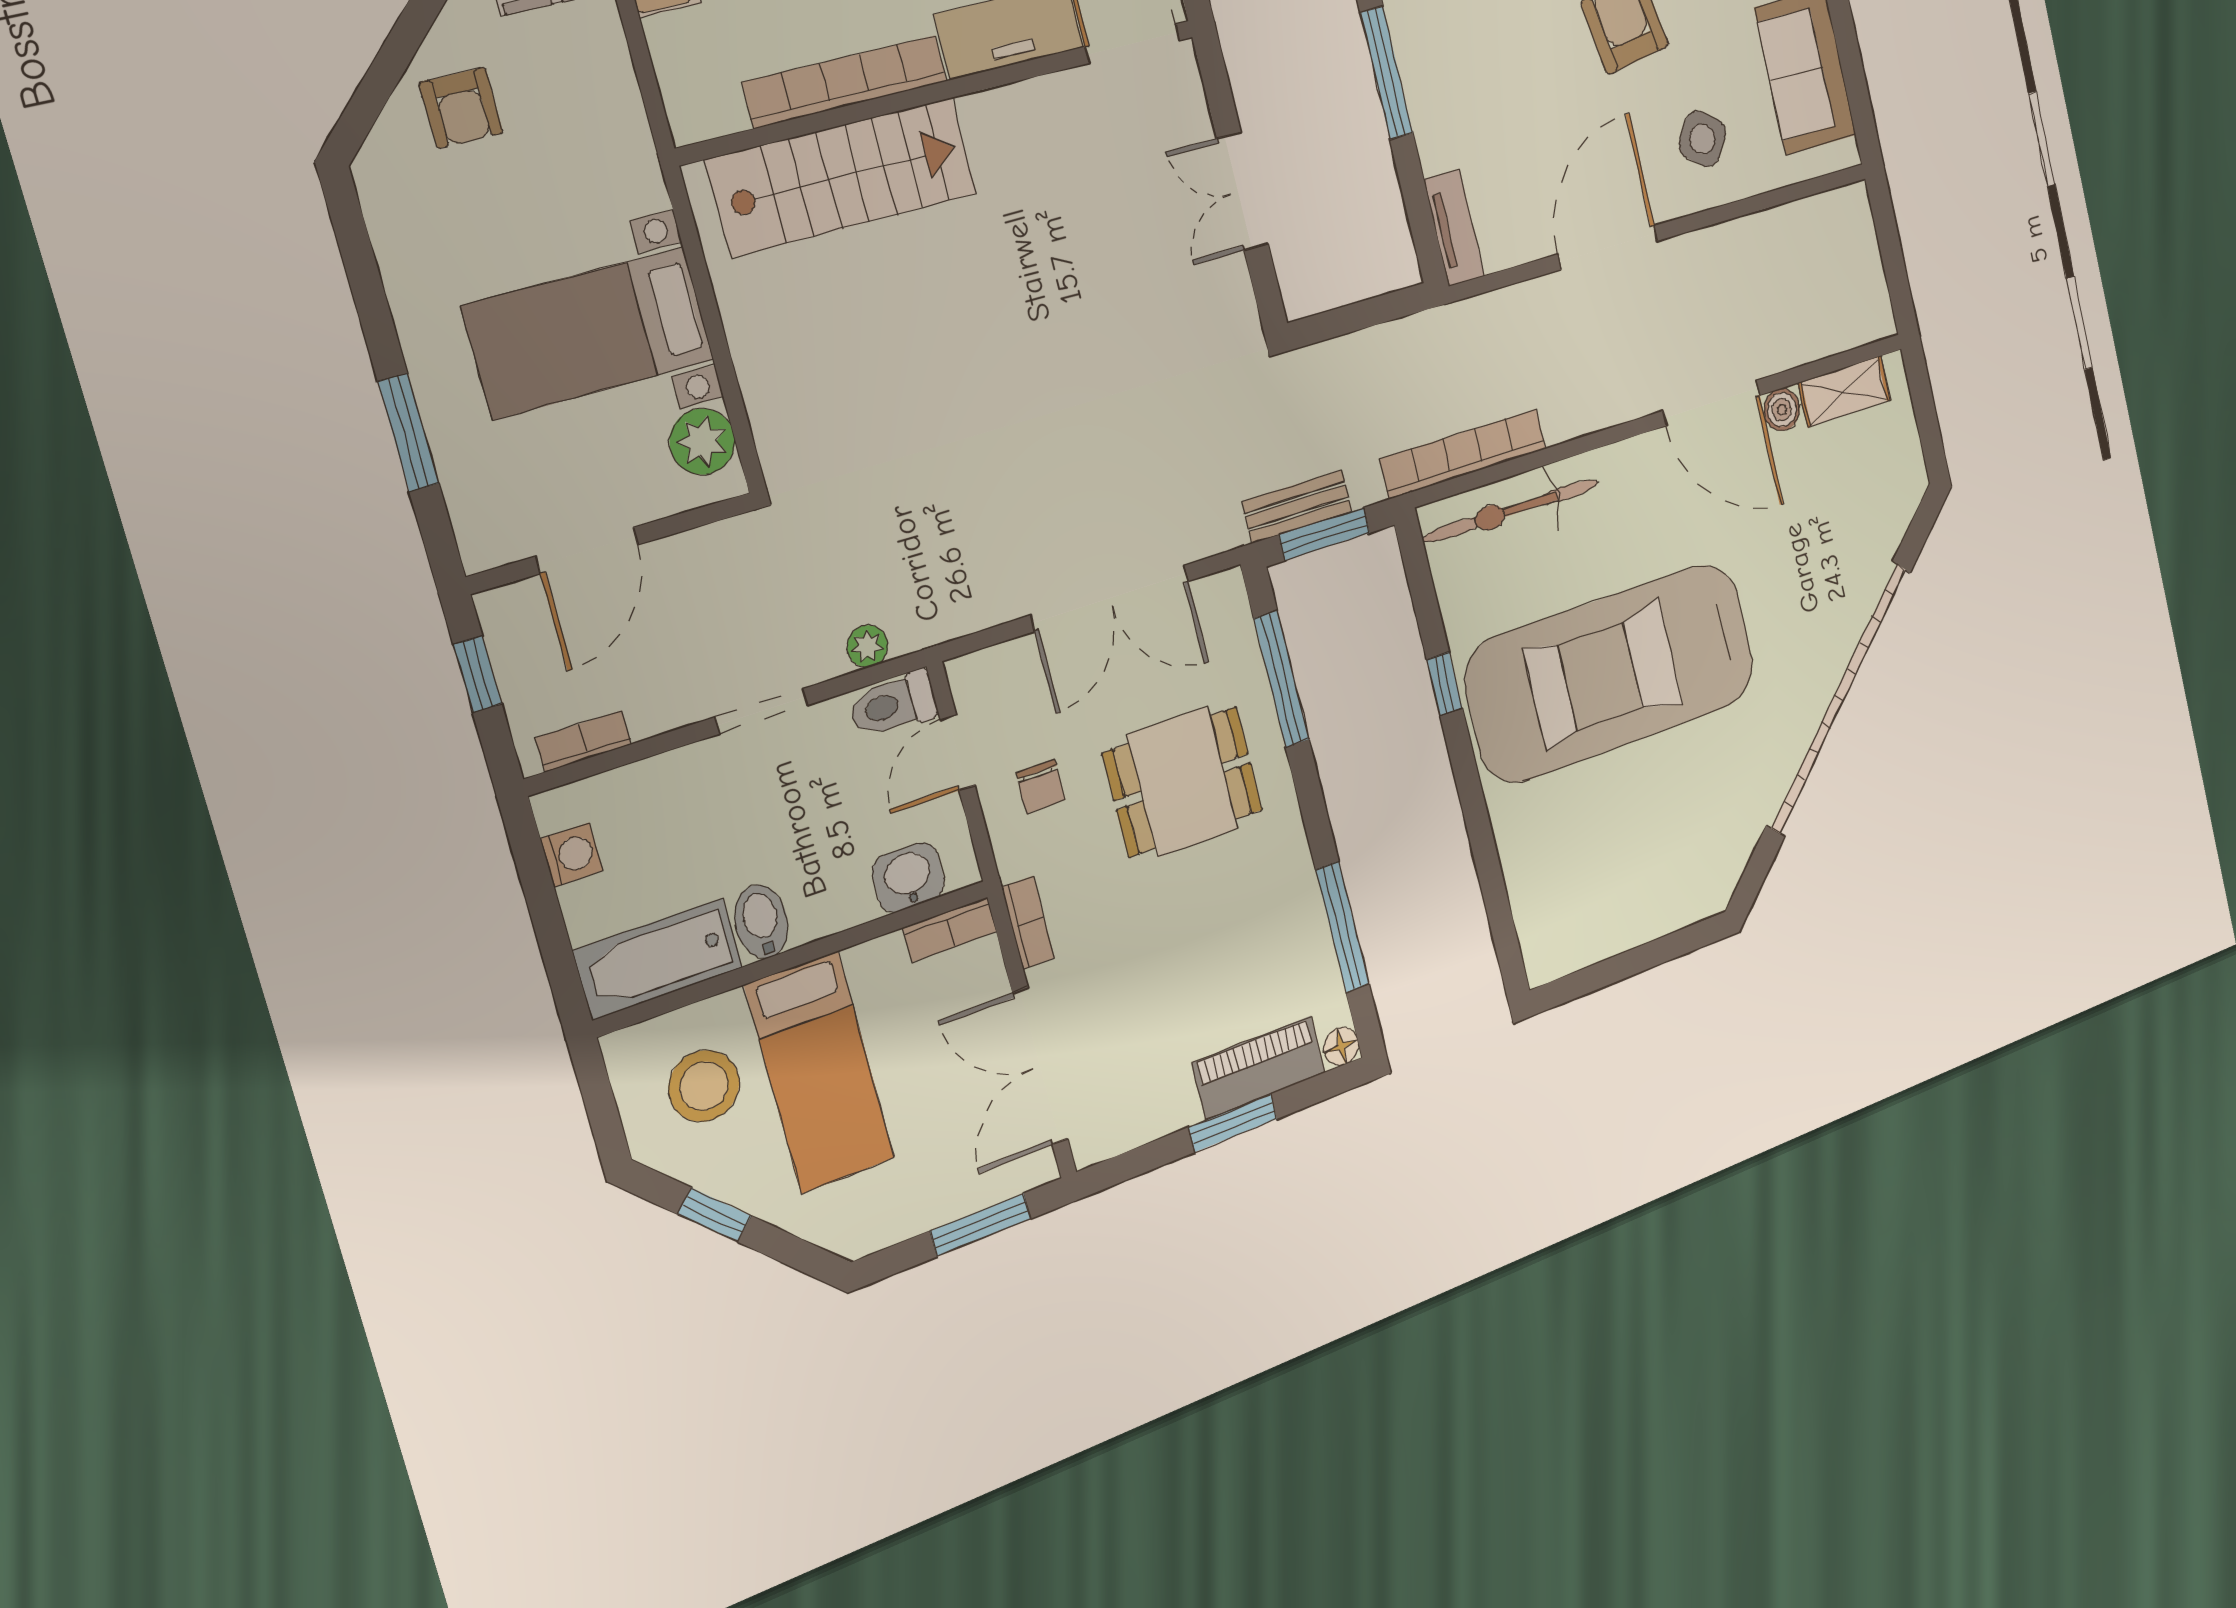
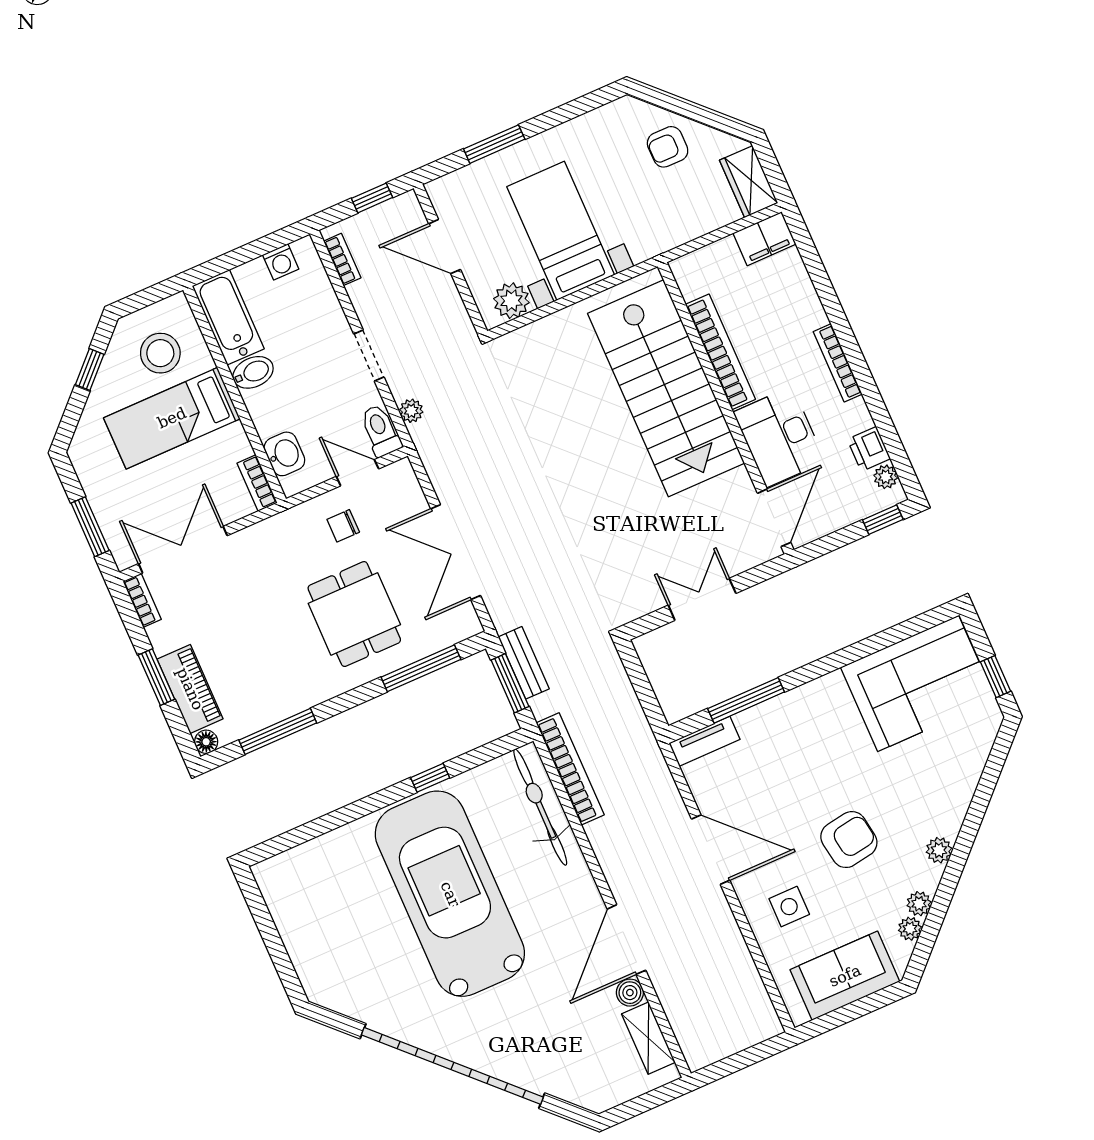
window: (1387, 73) -> (746, 700), moved
side table: (1702, 139) -> (789, 907), turned -35
stairs: (843, 177) -> (666, 388), width x1.36, depth x1.51
bookcase: (1028, 923) -> (142, 600), moved, turned -90

